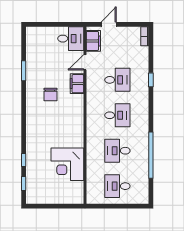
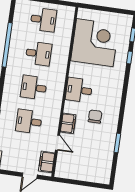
desk: (71, 39) -> (79, 90), moved
door: (85, 62) -> (58, 143), hinge flipped
corner desk: (67, 164) -> (95, 43), width x1.36, depth x1.36

